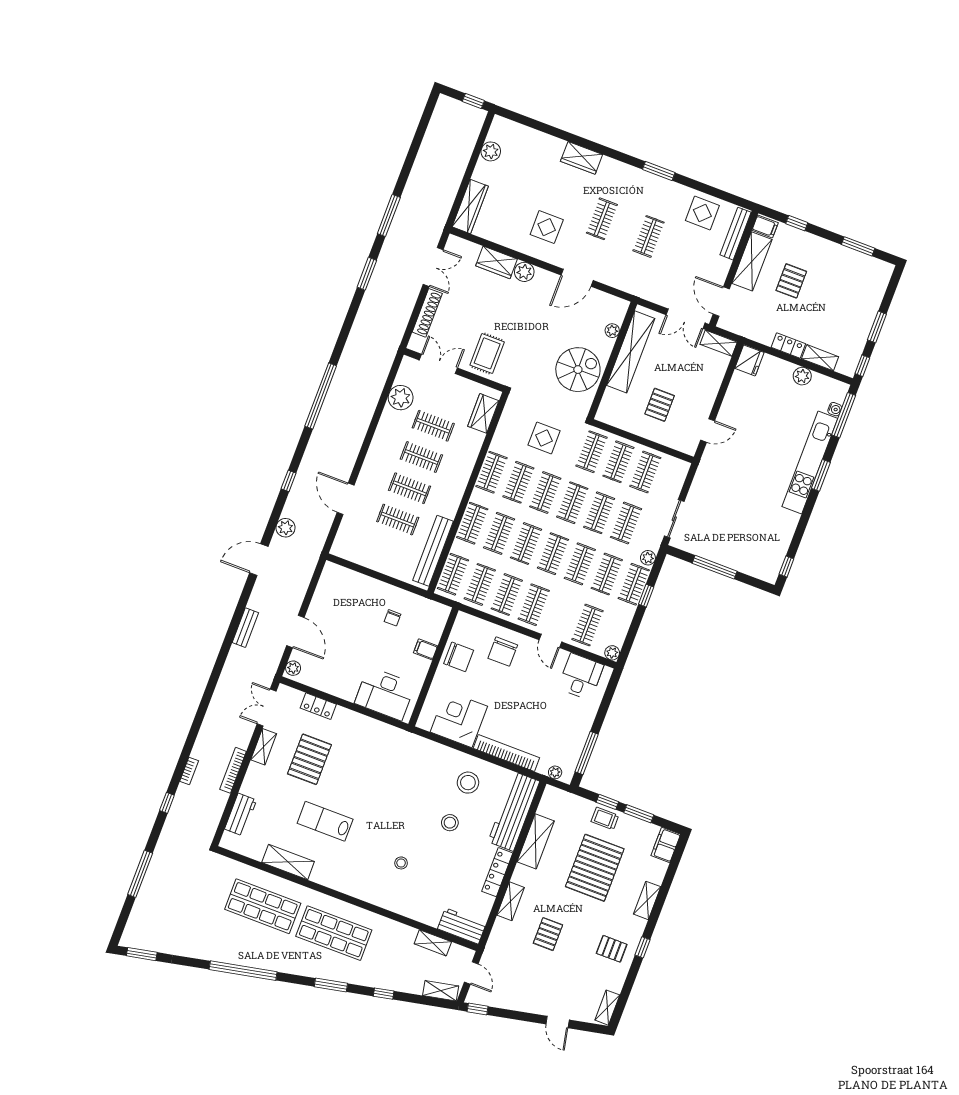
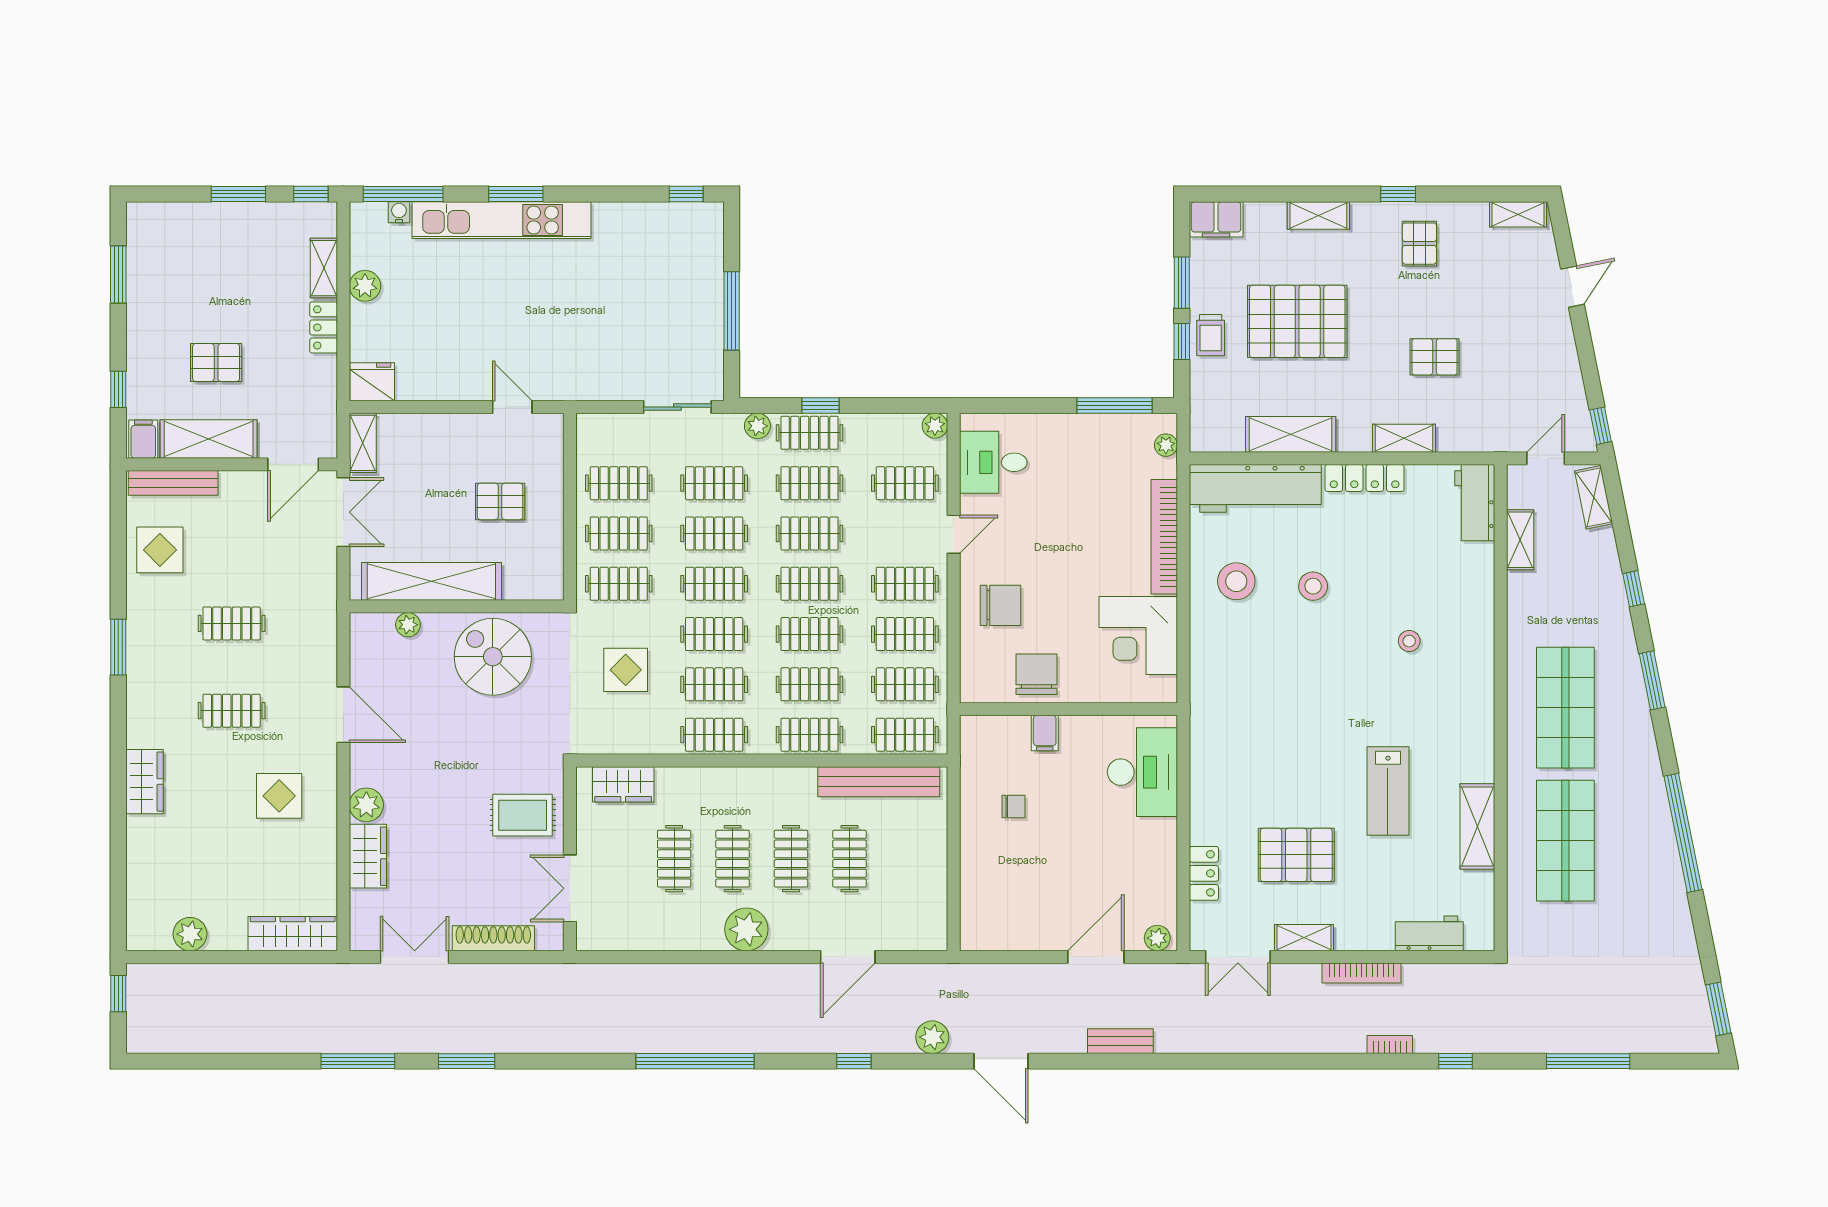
plant: (401, 398) -> (746, 929), moved

